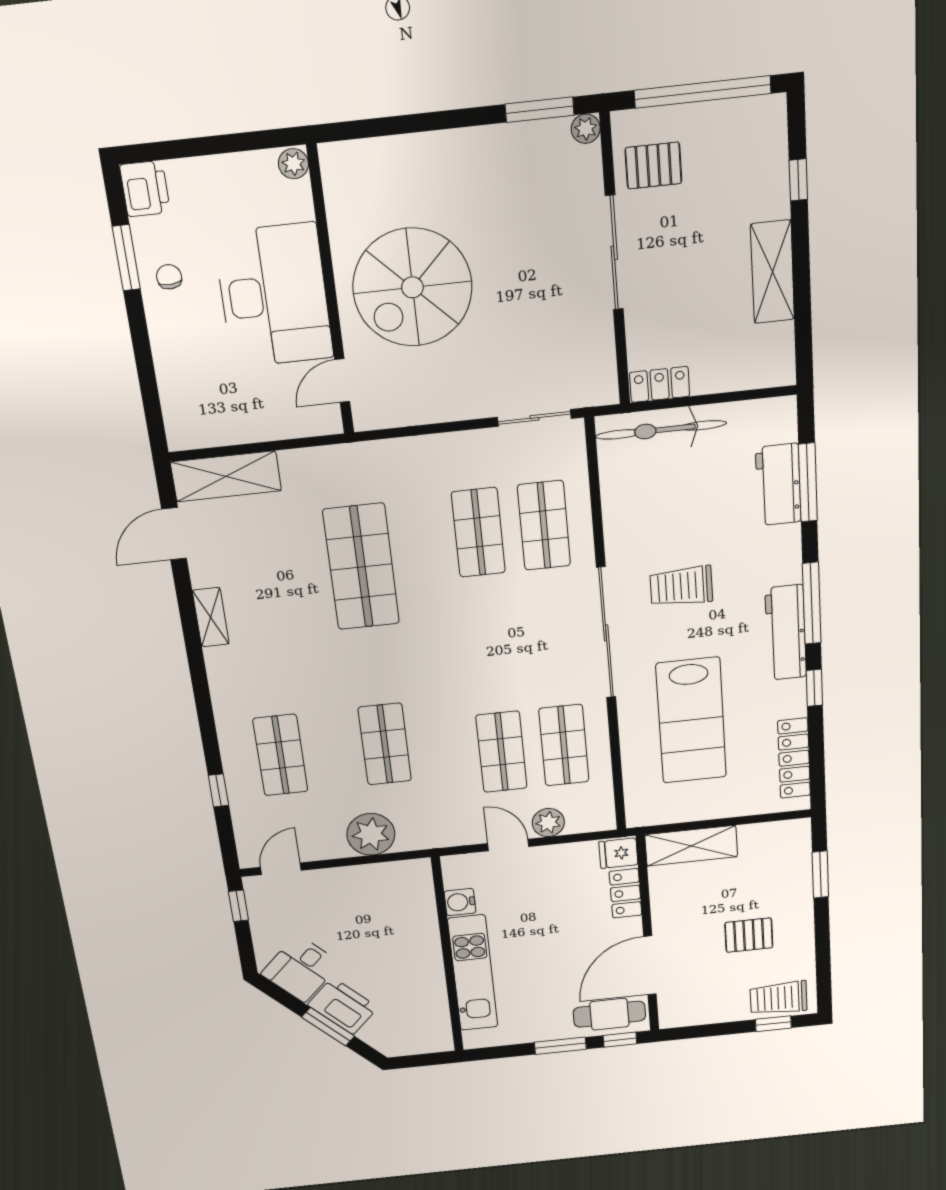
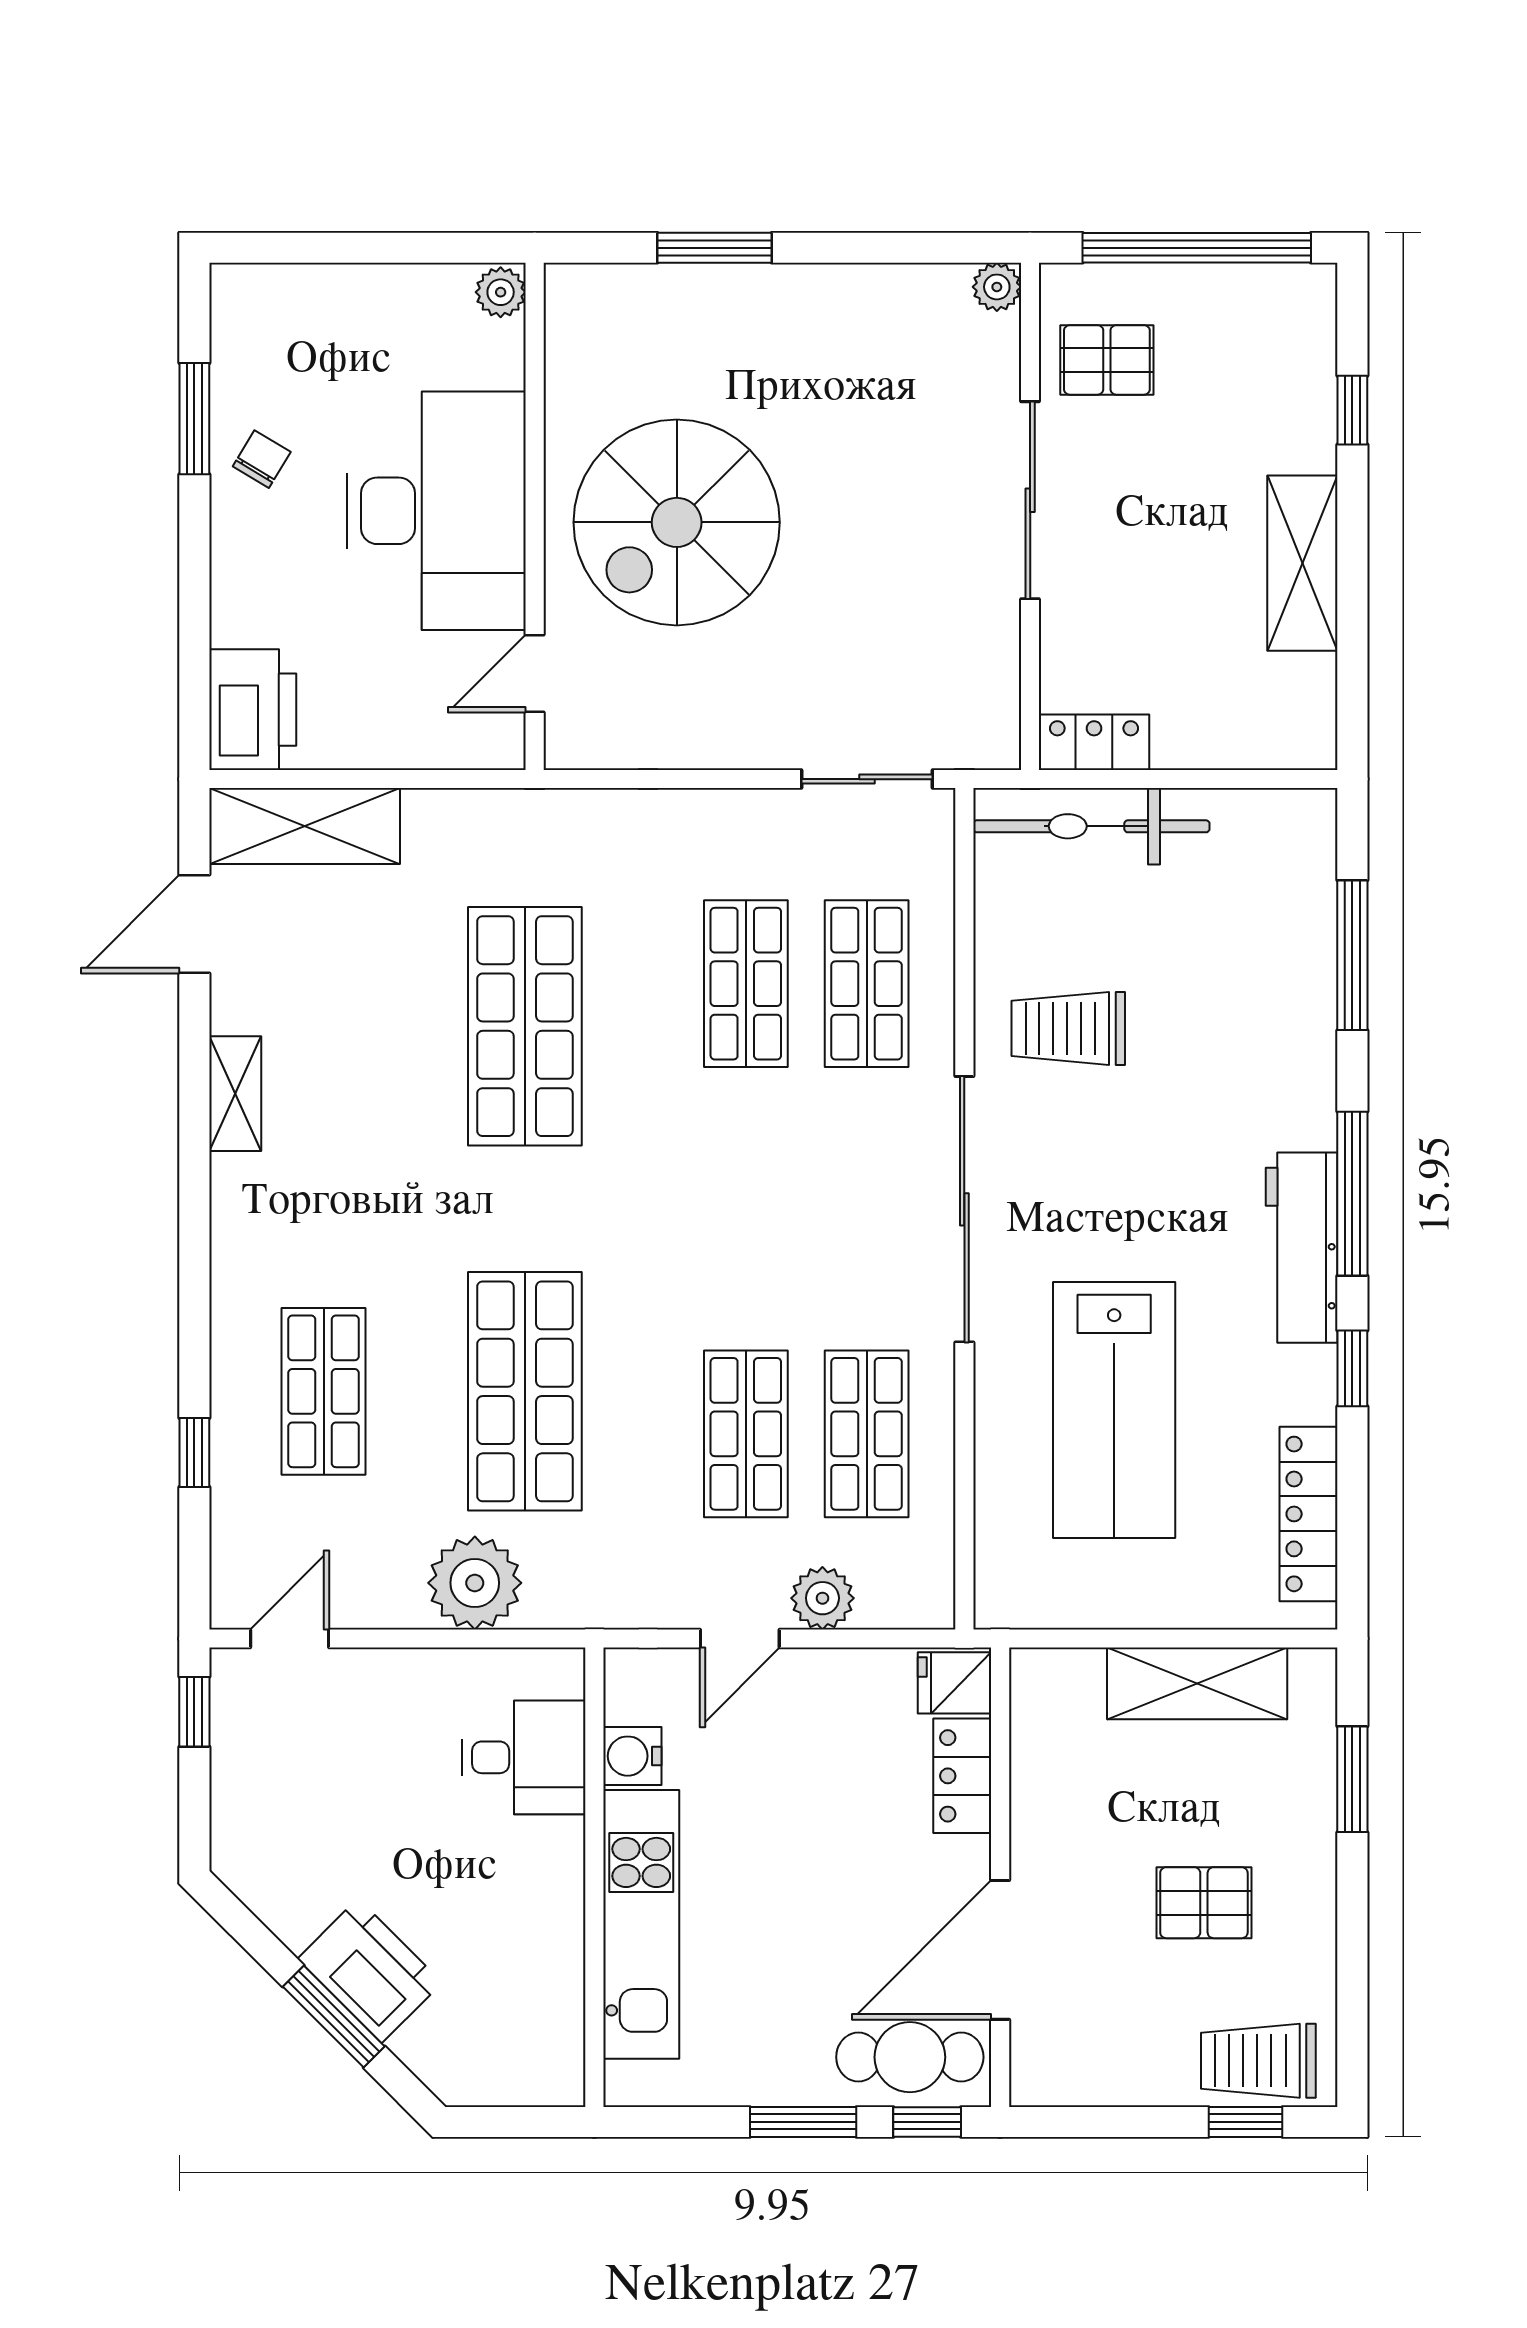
window: (540, 110) -> (714, 248), moved
printer: (145, 189) -> (253, 710), moved, width x1.37, depth x1.19
chair: (169, 277) -> (262, 459), turned 34
workbench: (778, 485) -> (1298, 953), removed
trolley: (681, 586) -> (1068, 1028), moved
shop shelf: (385, 744) -> (525, 1391), width x1.43, depth x1.36
door: (508, 845) -> (740, 1638), swing flipped
shelving: (691, 846) -> (1197, 1683), moved
desk: (301, 969) -> (524, 1757), moved, turned -135

